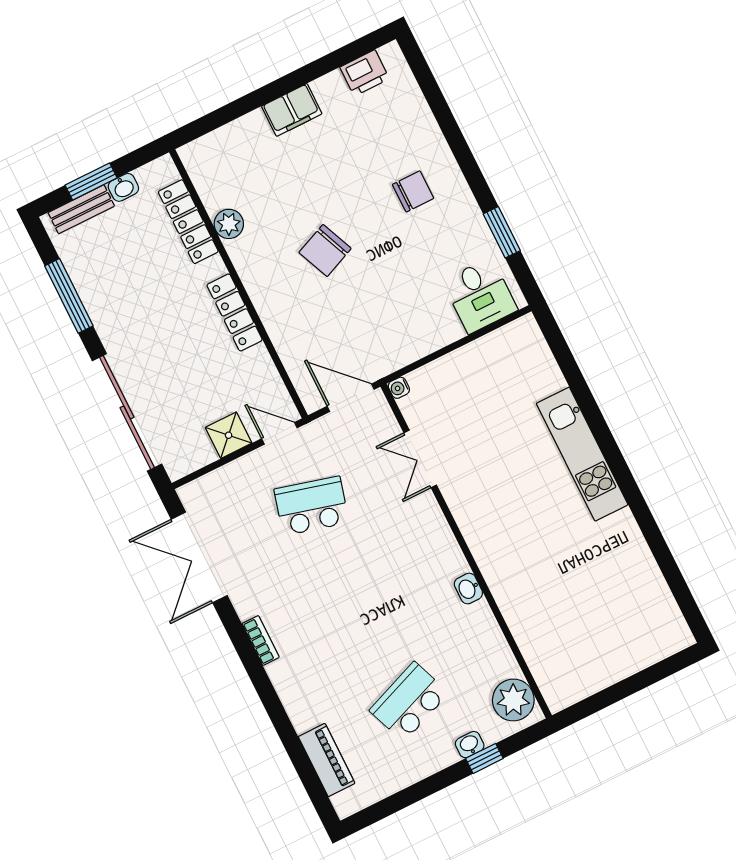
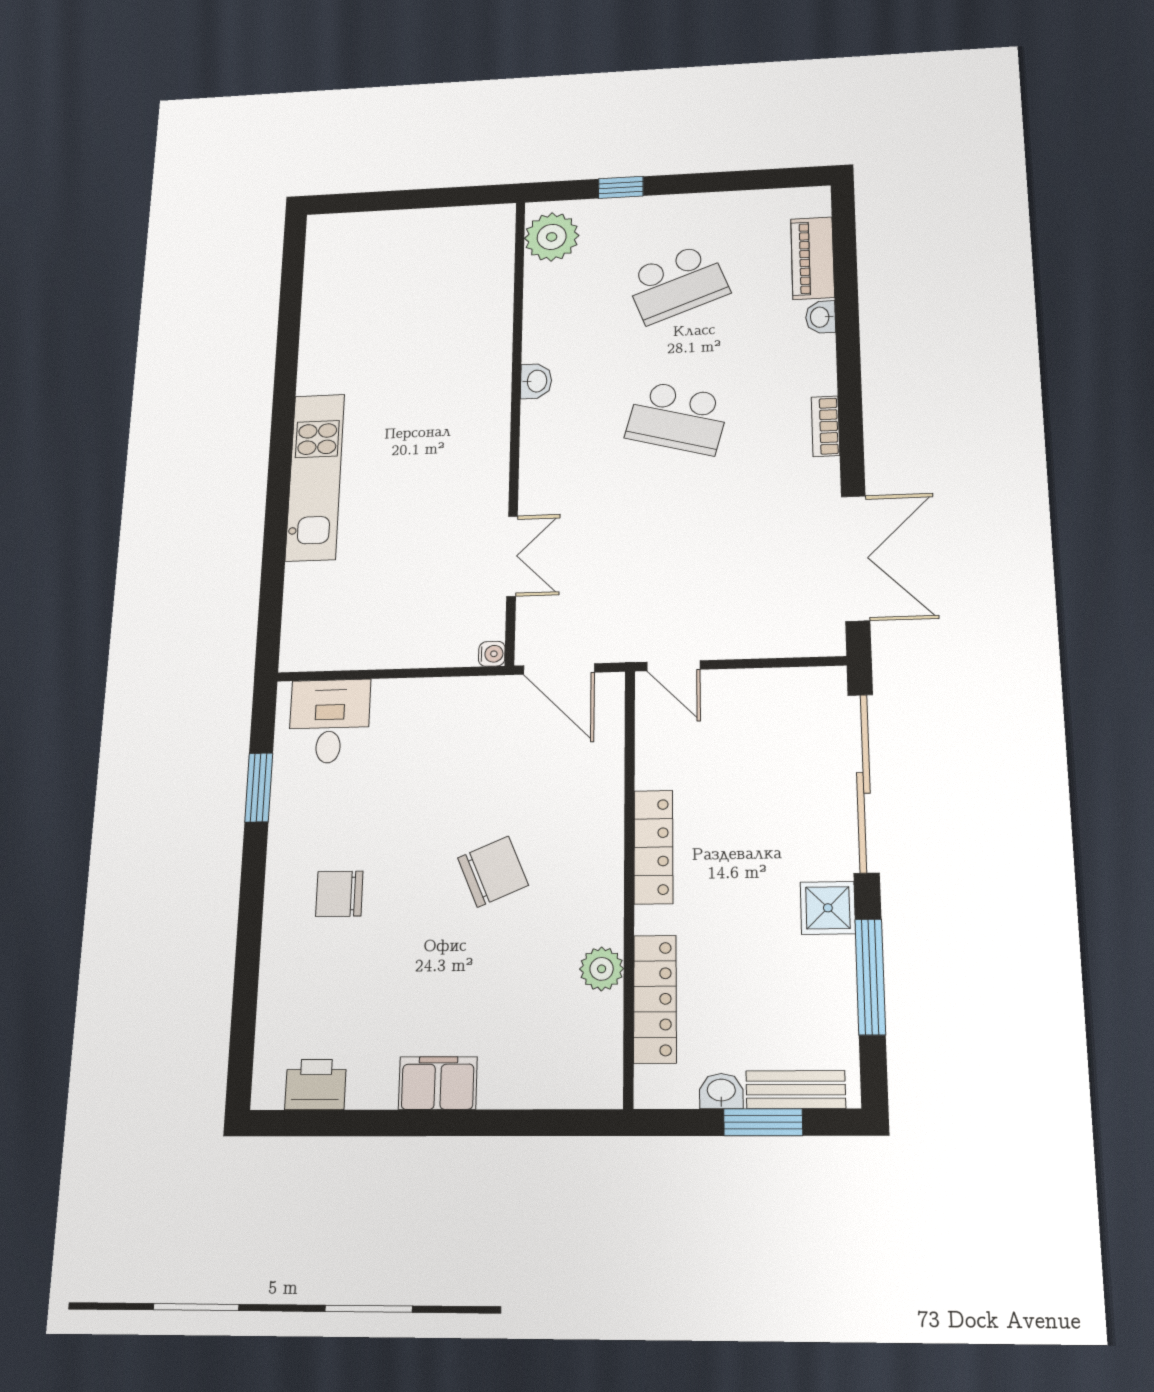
shower: (229, 435) -> (828, 908), moved
school desk: (311, 506) -> (678, 418), moved
washbasin: (470, 745) -> (821, 317), moved, turned 90

